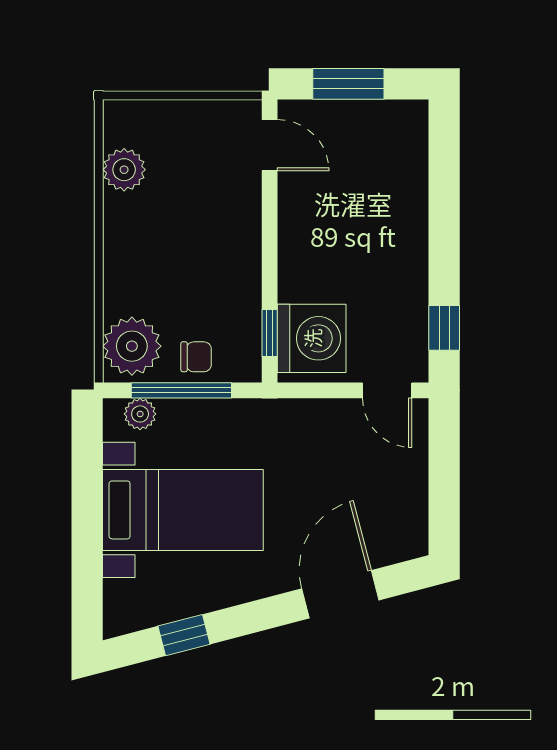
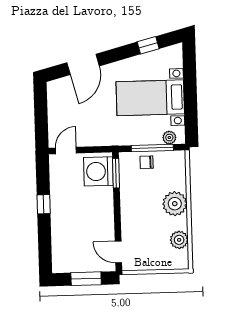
window: (444, 328) -> (44, 204), moved
window: (270, 333) -> (116, 173), width x1.50
plant: (132, 346) -> (175, 204), moved
door: (387, 390) -> (66, 151), hinge flipped

